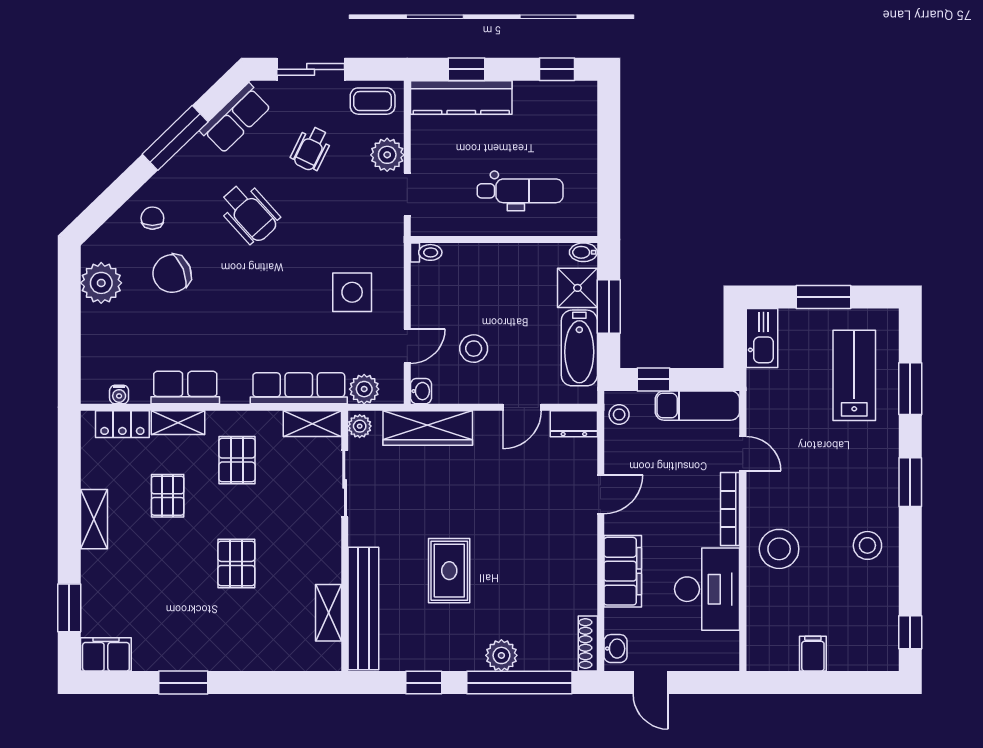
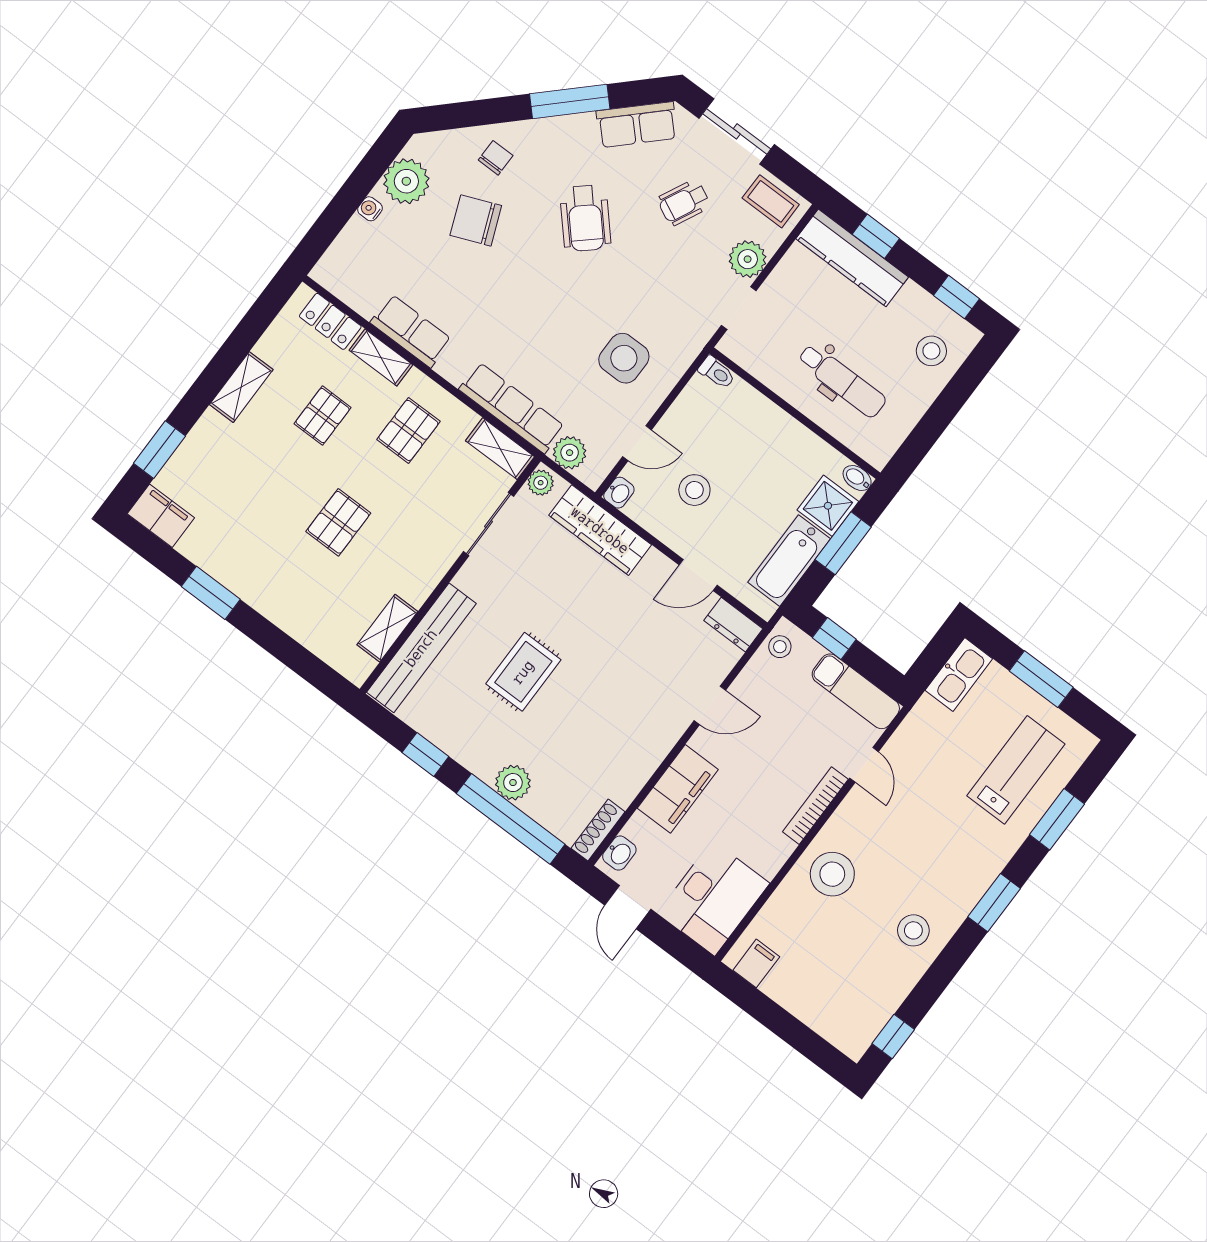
stool: (568, 121) -> (931, 351), added
water cooler: (119, 394) -> (370, 209), moved, turned 90
desk: (707, 589) -> (714, 898), moved
filing cabinet: (813, 654) -> (756, 963), moved

